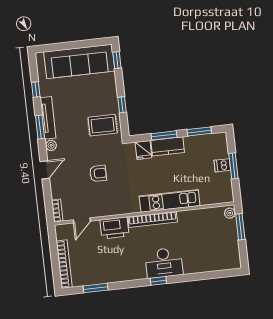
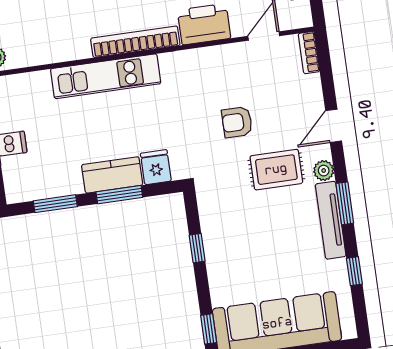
rug: (103, 125) -> (276, 170), moved

